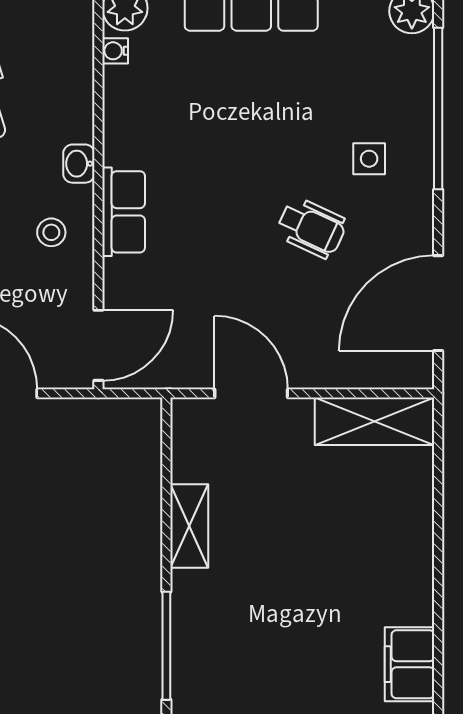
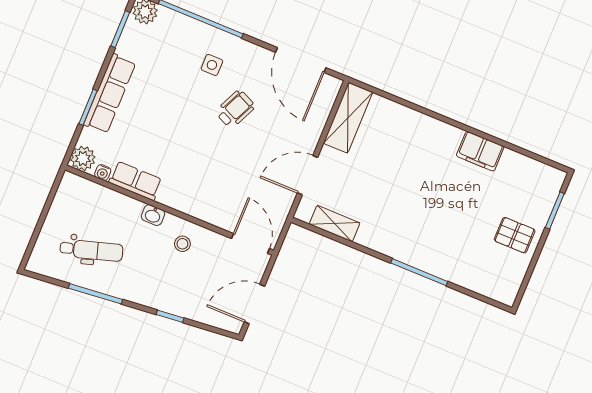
row of seats: (124, 212) -> (135, 181), moved
shelving: (189, 526) -> (335, 224), moved

